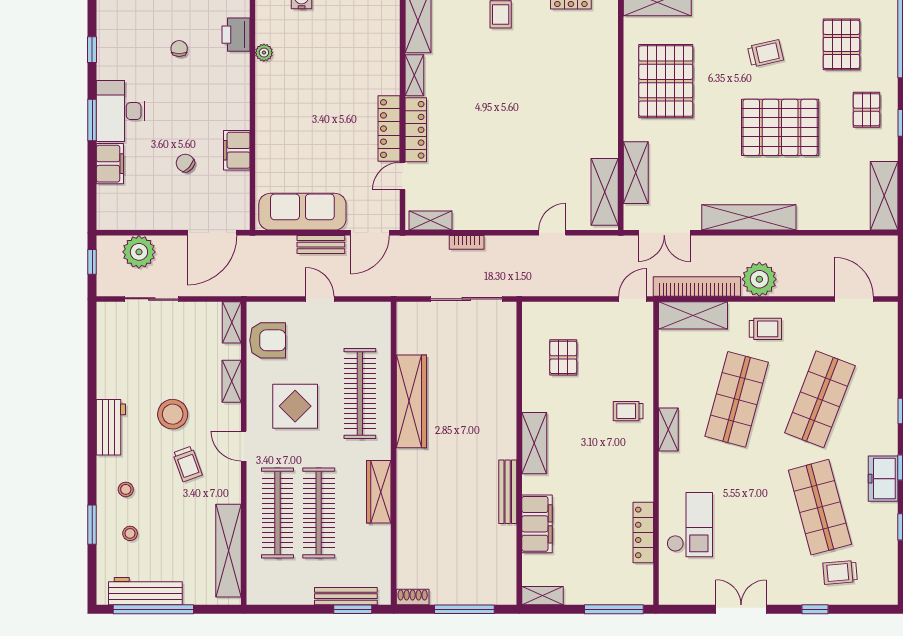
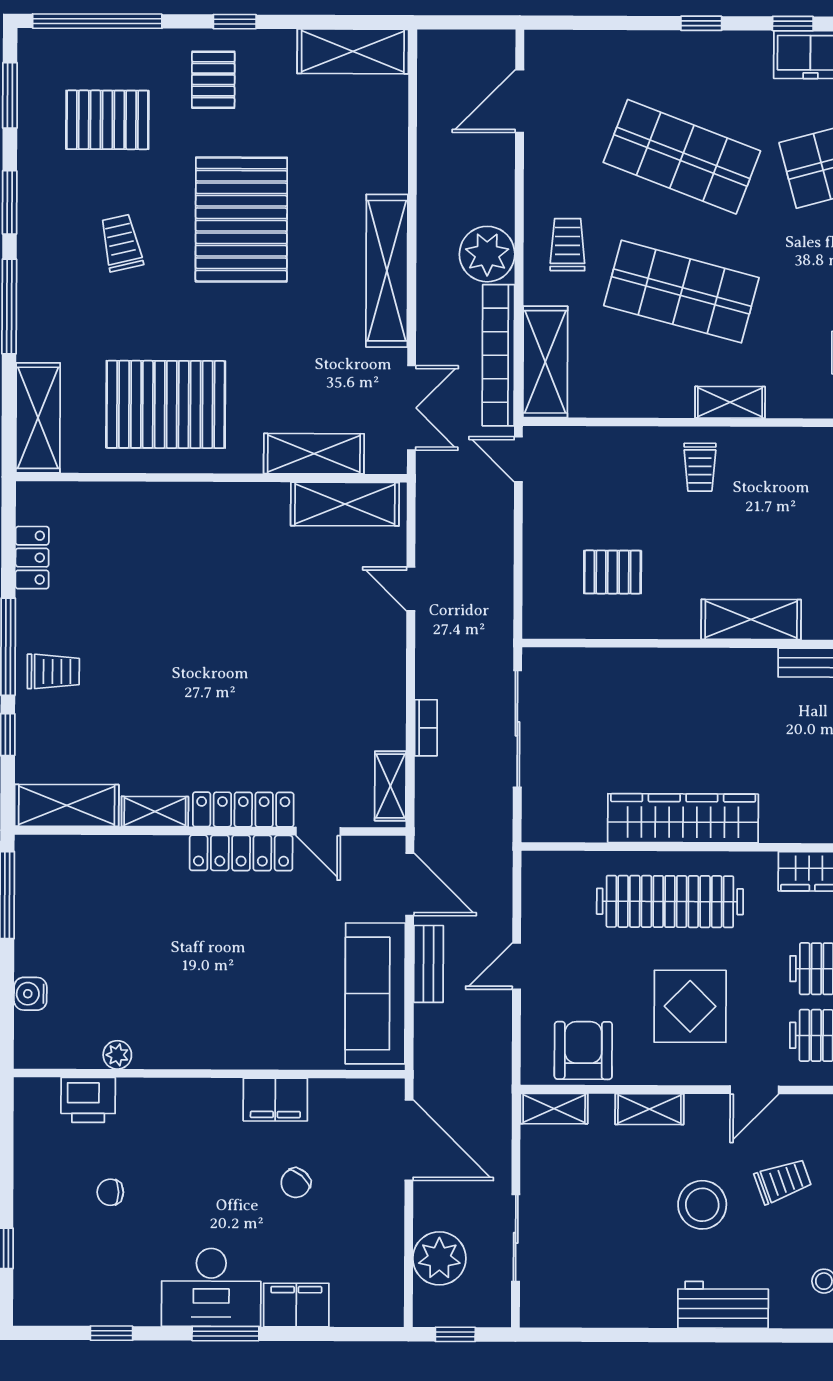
pallet: (866, 110) -> (213, 80), turned 90

